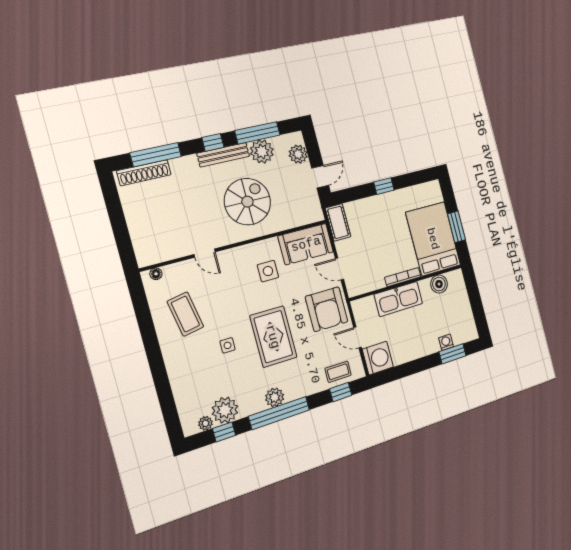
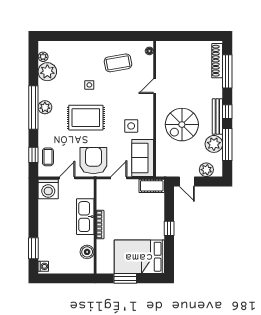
spiral stairs: (247, 202) -> (182, 125), turned 90
bed: (433, 239) -> (139, 257), moved, turned 180
armchair: (327, 309) -> (93, 161), turned 90
washing machine: (446, 342) -> (43, 266), moved
window: (224, 432) -> (33, 67), removed

